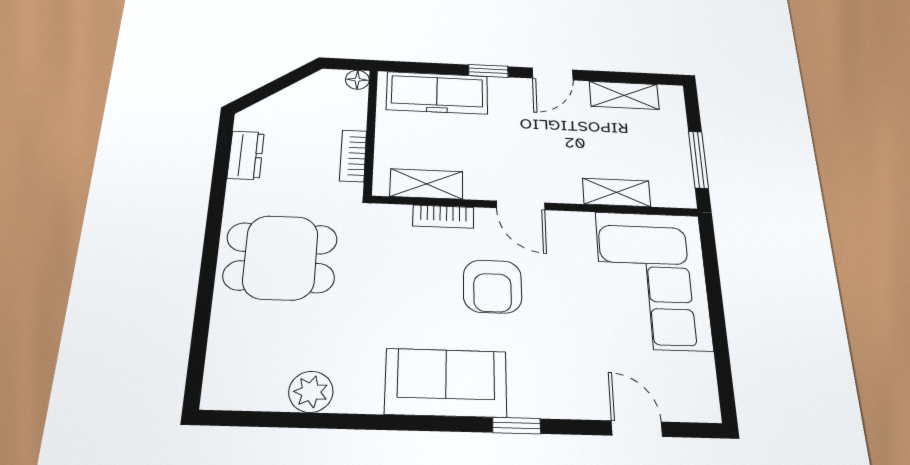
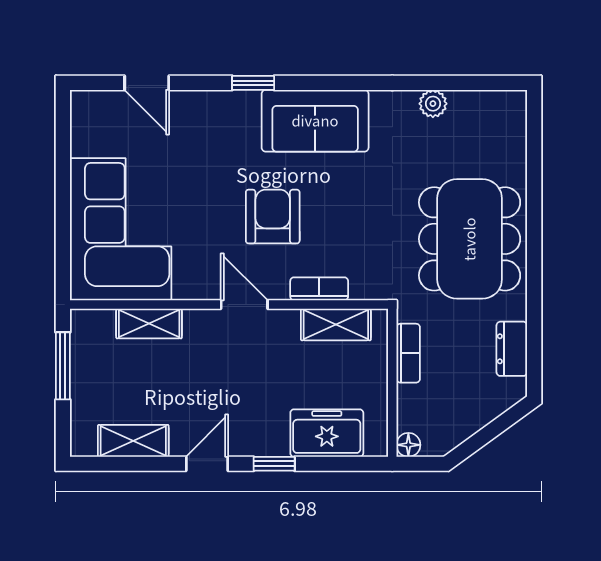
freezer: (437, 93) -> (327, 433), width x0.71
dining table: (280, 257) -> (470, 239), width x1.38
plant: (311, 392) -> (433, 104), width x0.73, depth x0.73

